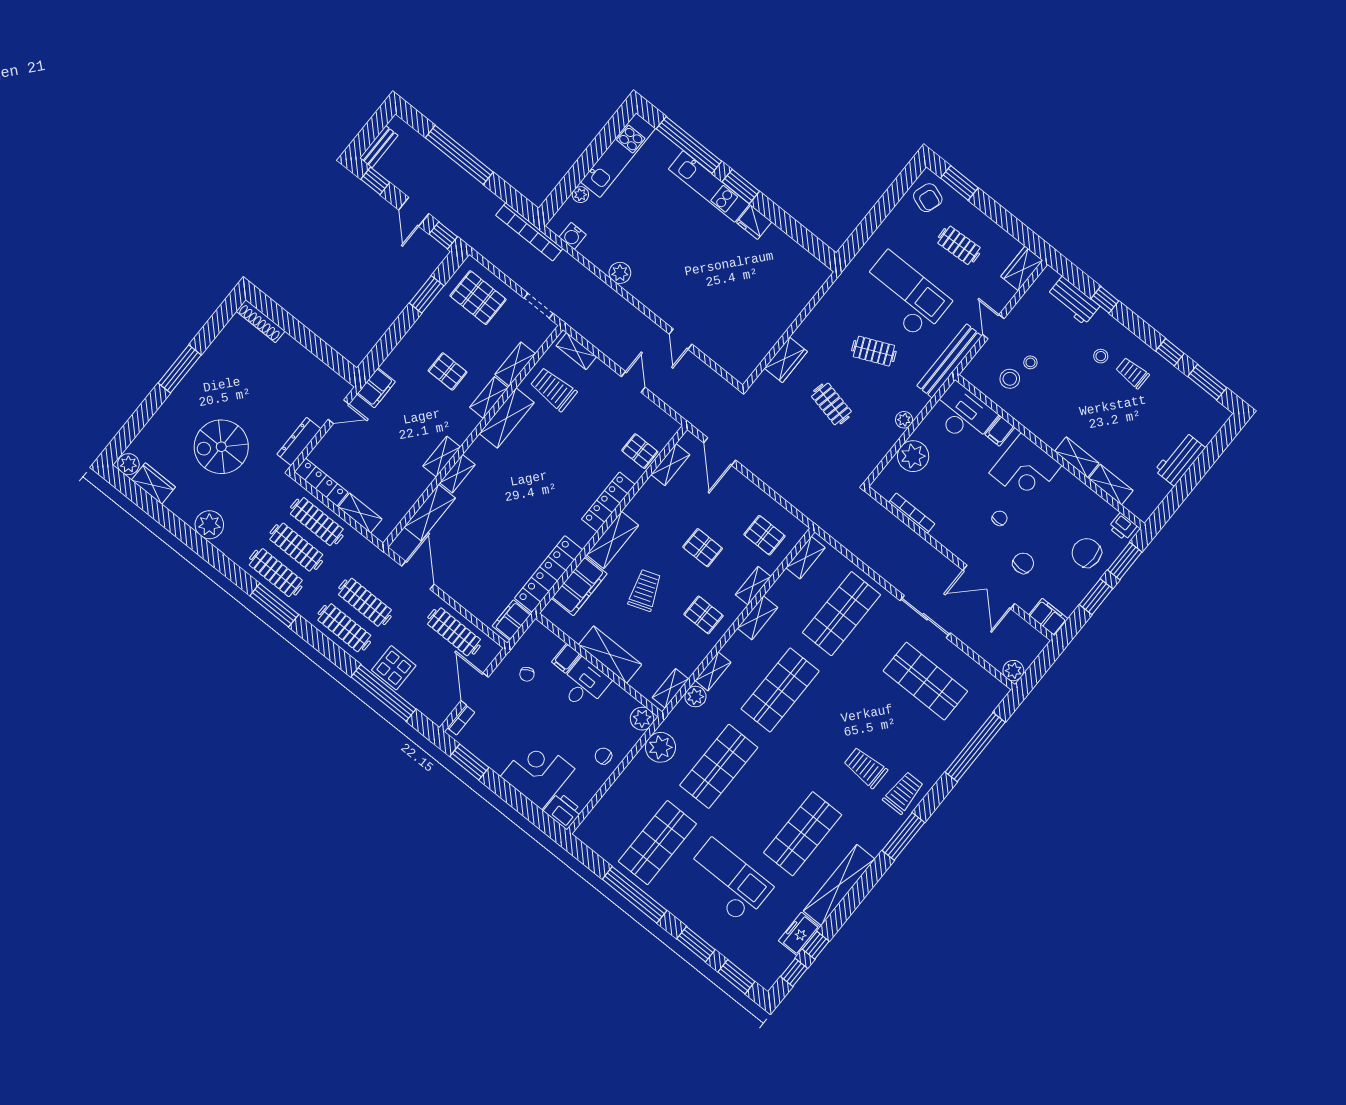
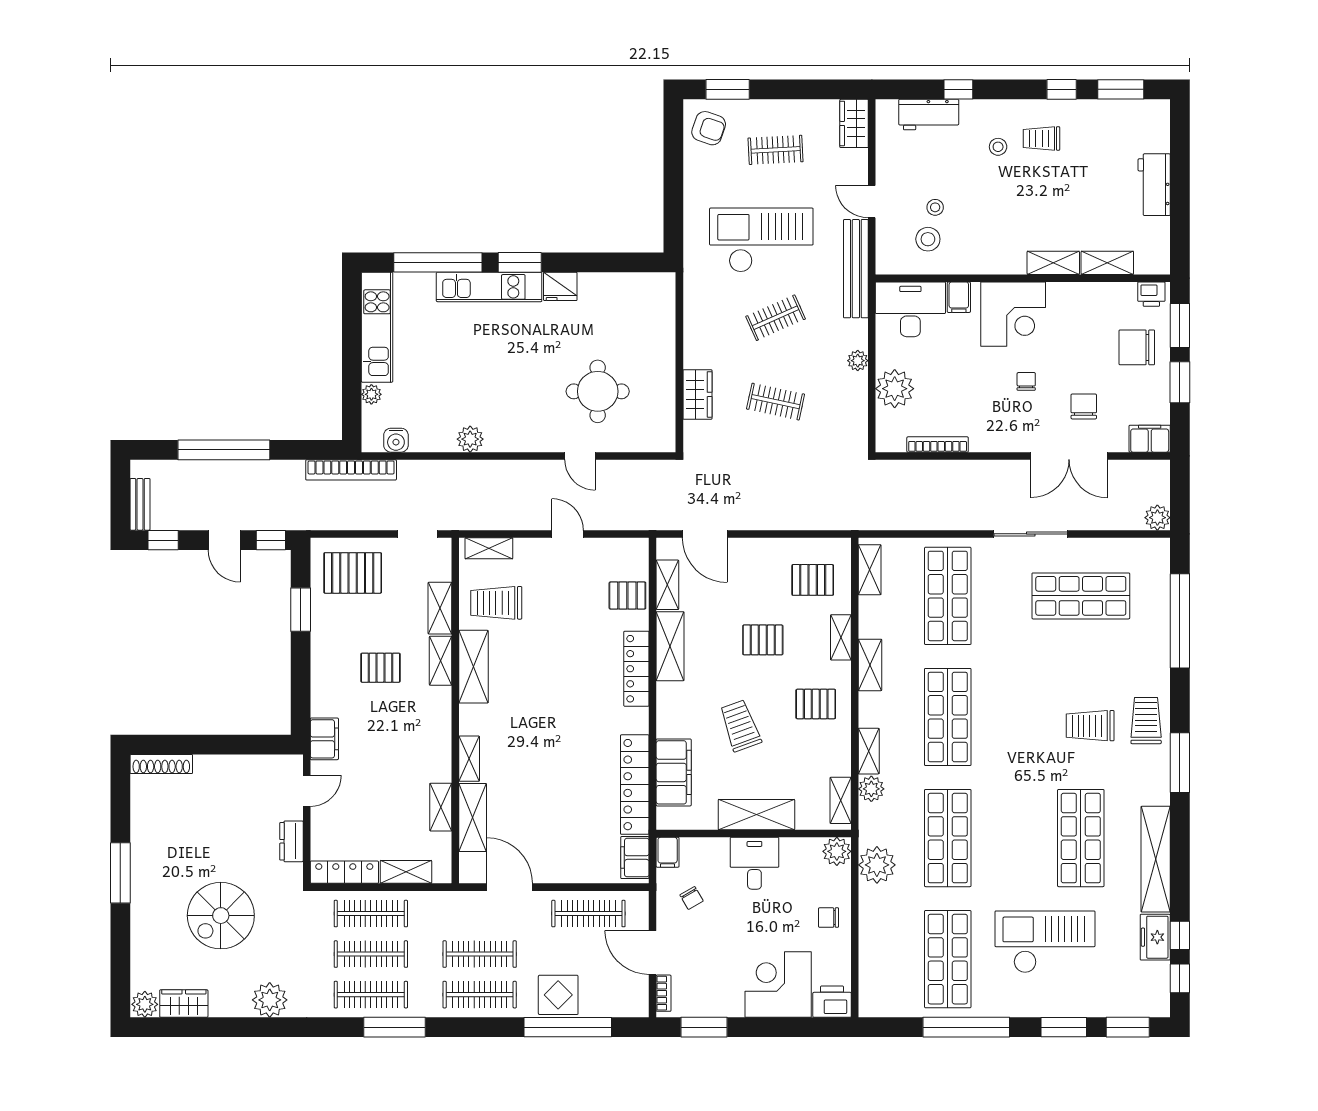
round table: (724, 307) -> (598, 391), added
dresser: (299, 441) -> (291, 841), width x0.70
shelving: (442, 457) -> (441, 807), moved
shelving: (613, 540) -> (670, 646), moved
filing cabinet: (566, 658) -> (668, 852), moved

